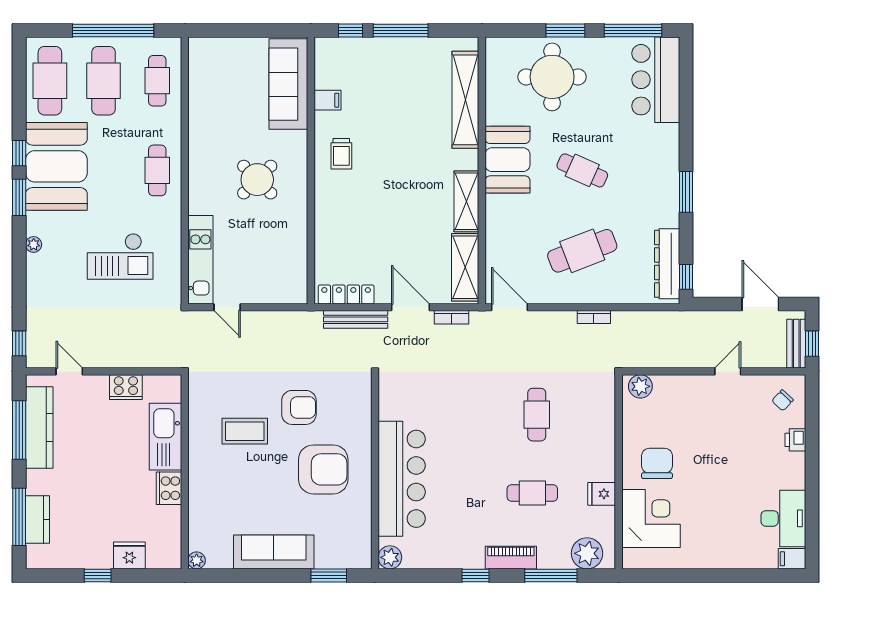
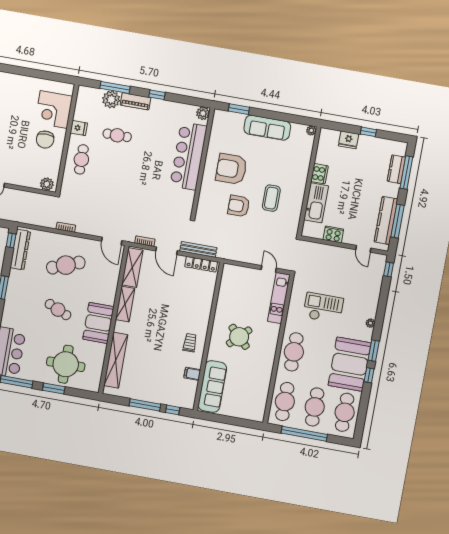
cafe table: (157, 81) -> (285, 402), width x1.37, depth x1.35
cafe table: (157, 170) -> (294, 352), width x1.37, depth x1.35
cafe table: (537, 415) -> (81, 159), moved
coffee table: (245, 431) -> (271, 198), turned 90
plant: (587, 553) -> (111, 99), moved

